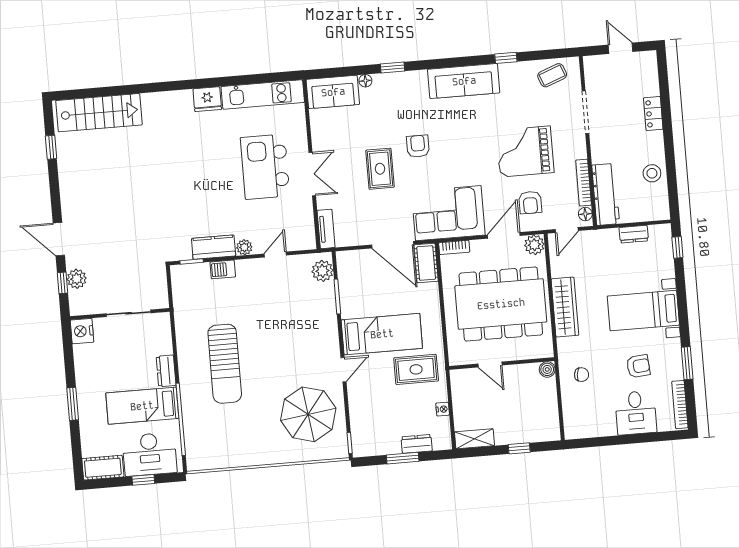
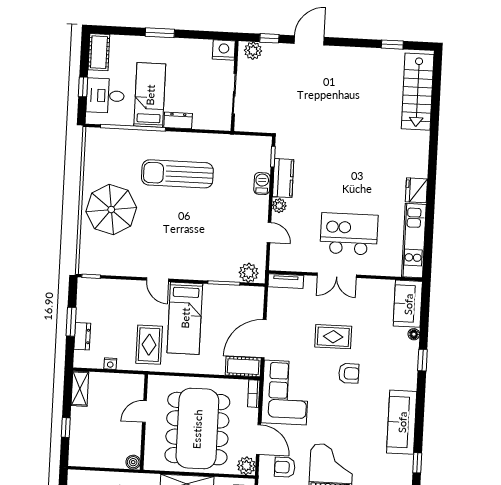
plant: (77, 279) -> (253, 51), moved
parasol: (308, 414) -> (111, 210), moved
desk: (150, 454) -> (105, 96), width x0.73

